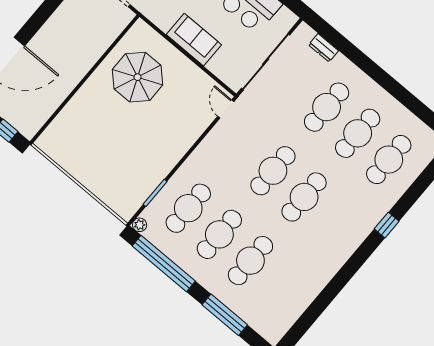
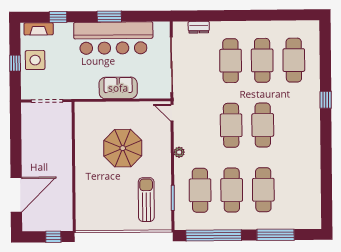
parasol: (138, 77) -> (123, 148), moved
sun lounger: (128, 172) -> (146, 200), added
plant: (140, 225) -> (179, 152), moved

